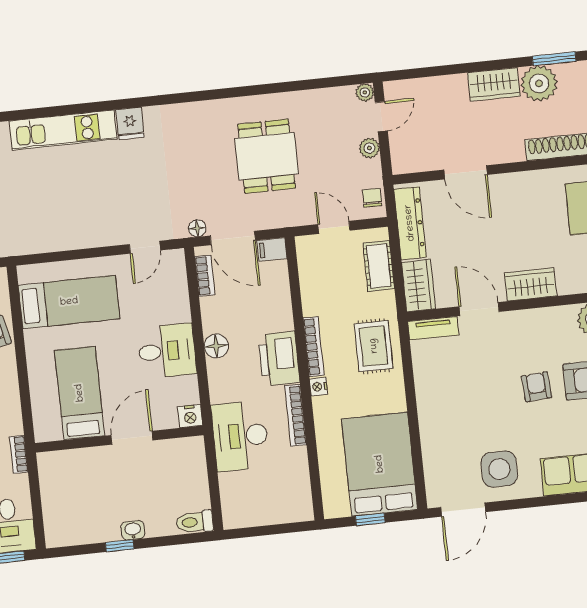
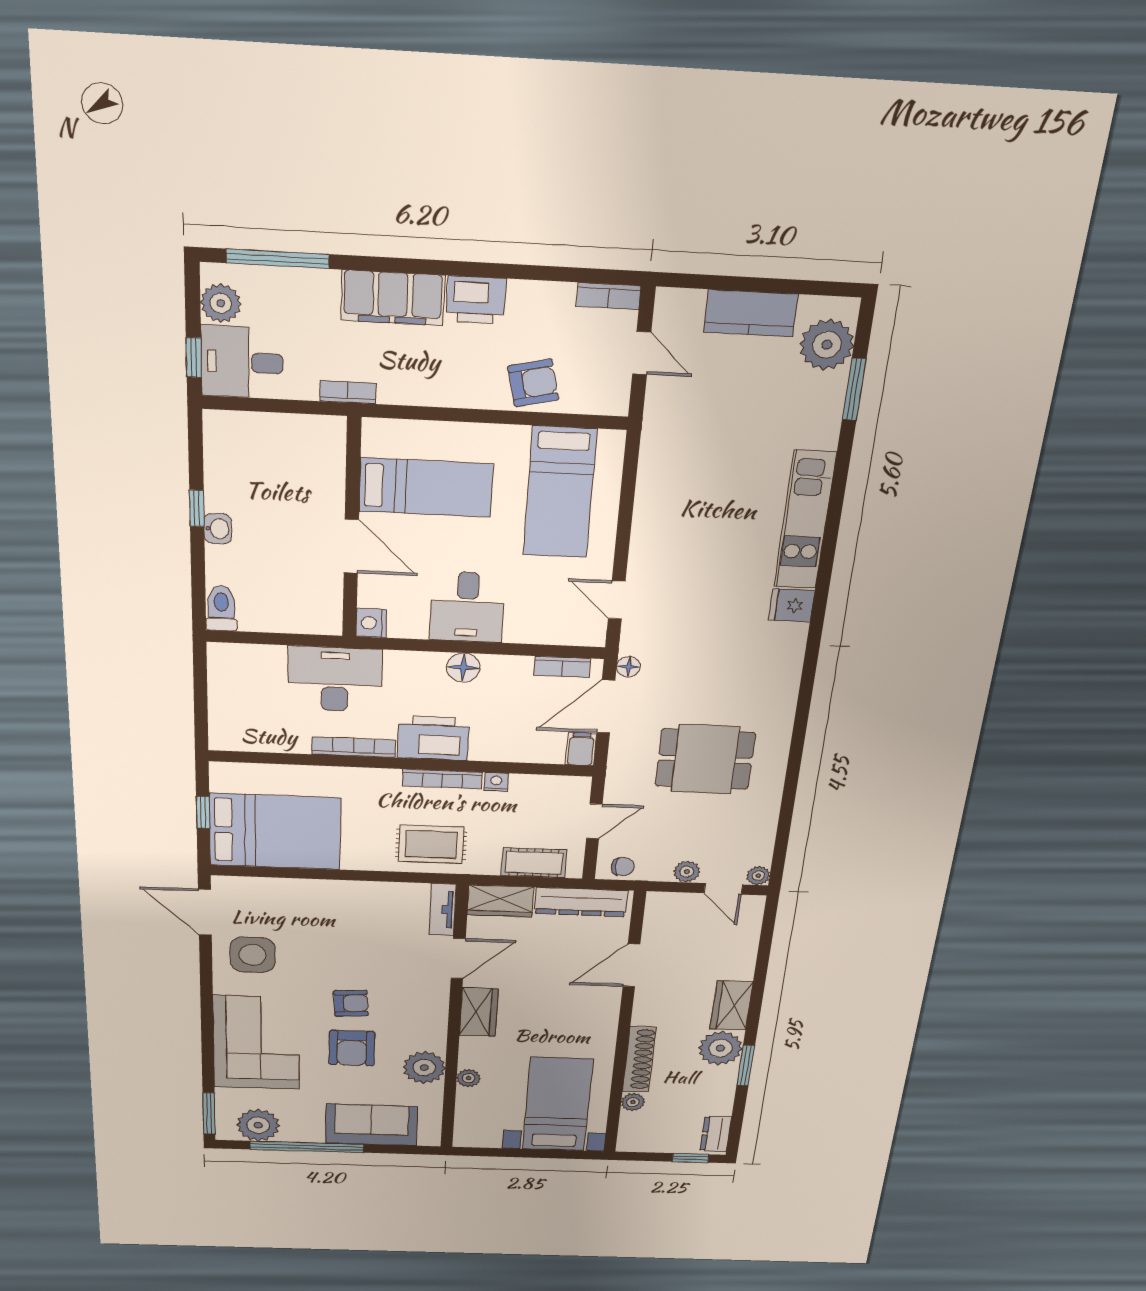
nightstand: (319, 387) -> (496, 782), moved

